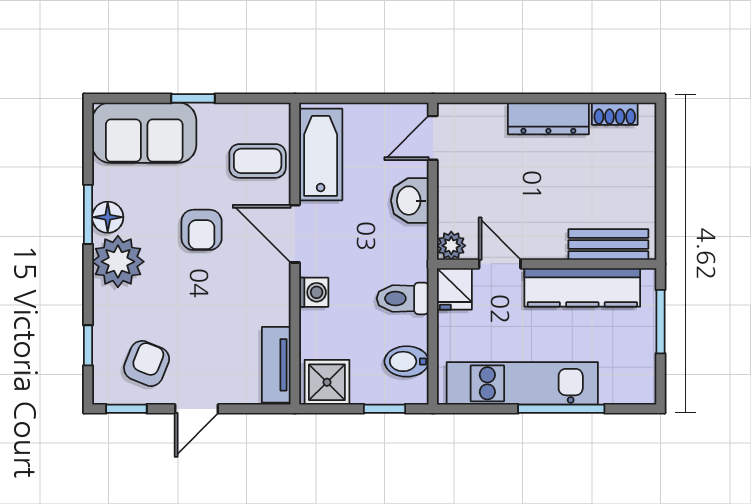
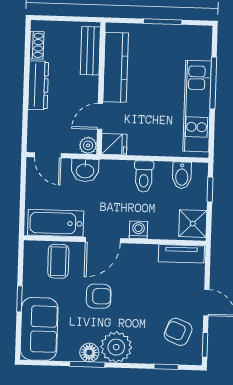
bench: (608, 245) -> (90, 51), moved
plant: (451, 246) -> (88, 145), moved
door: (500, 264) -> (100, 117), moved
wall: (547, 264) -> (101, 88), moved
kitchen counter: (582, 287) -> (116, 67), moved
fridge: (454, 289) -> (114, 144), moved

